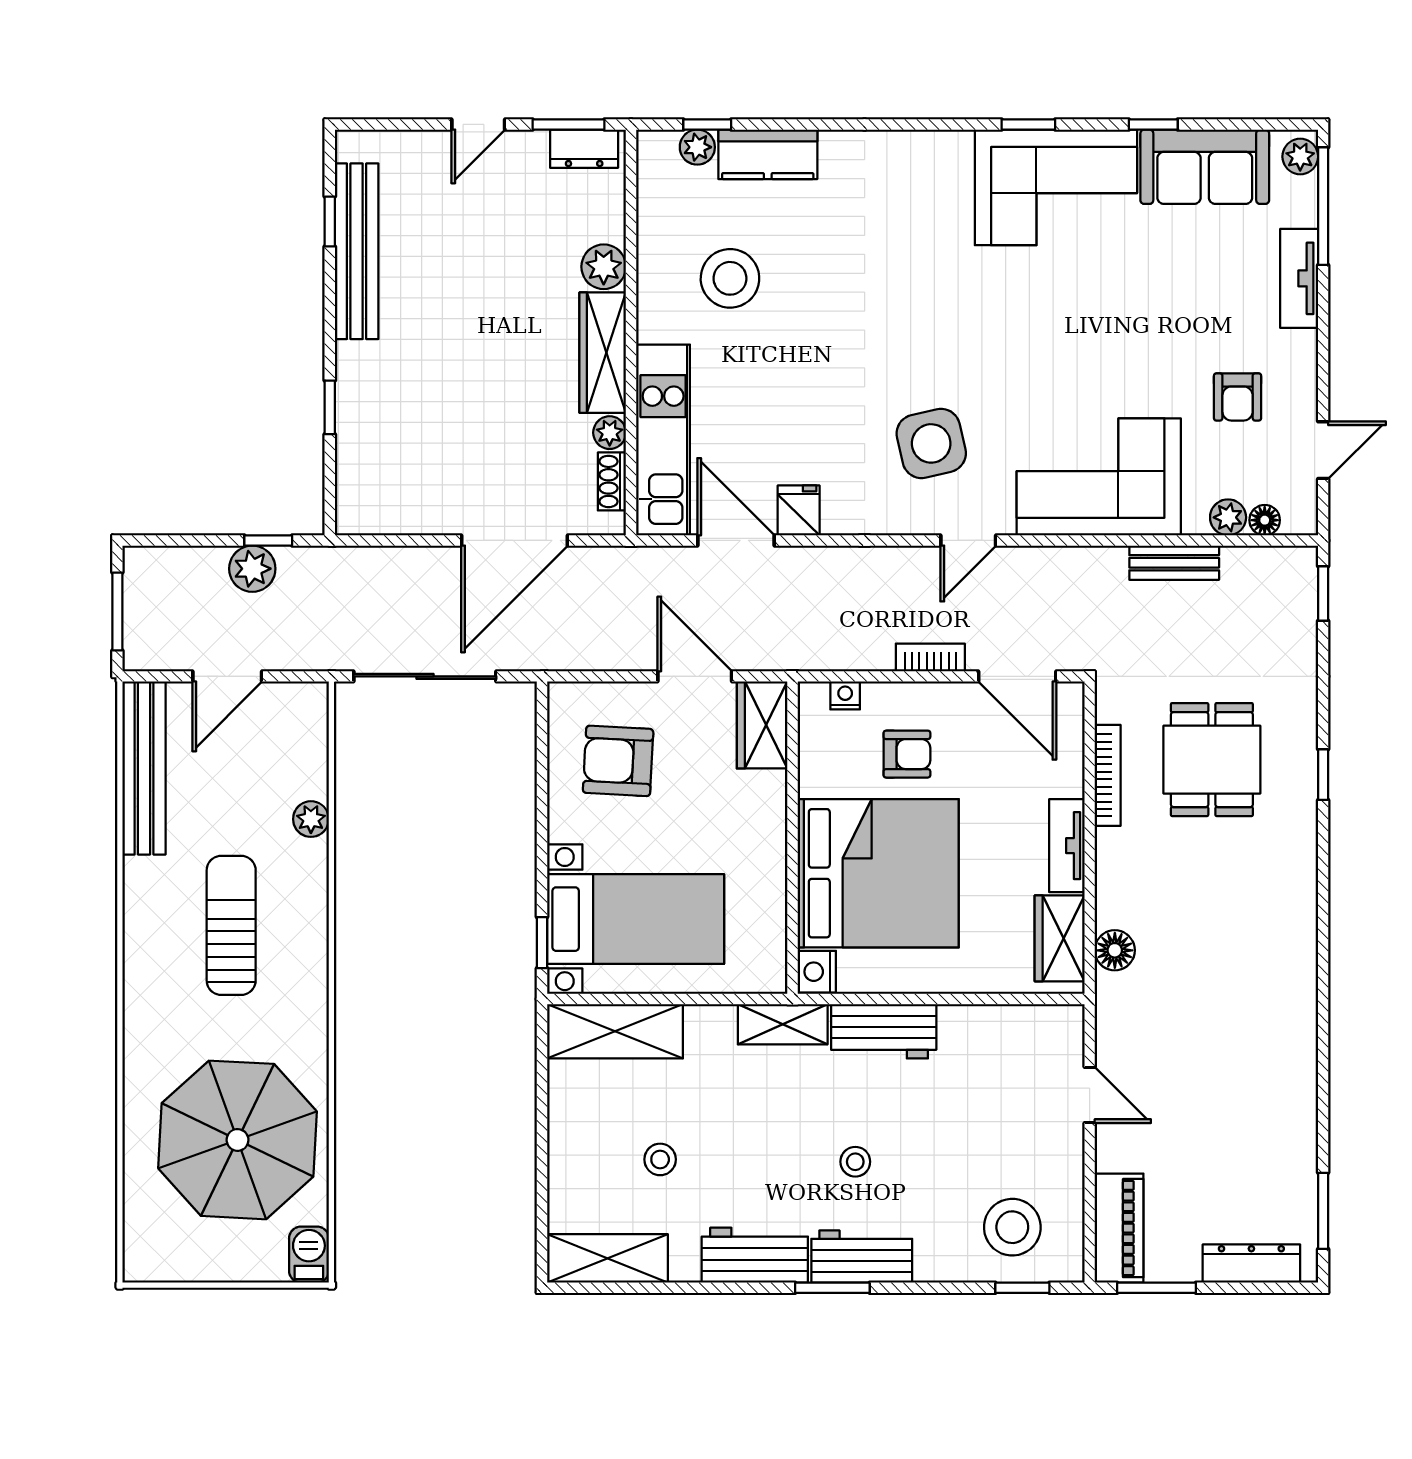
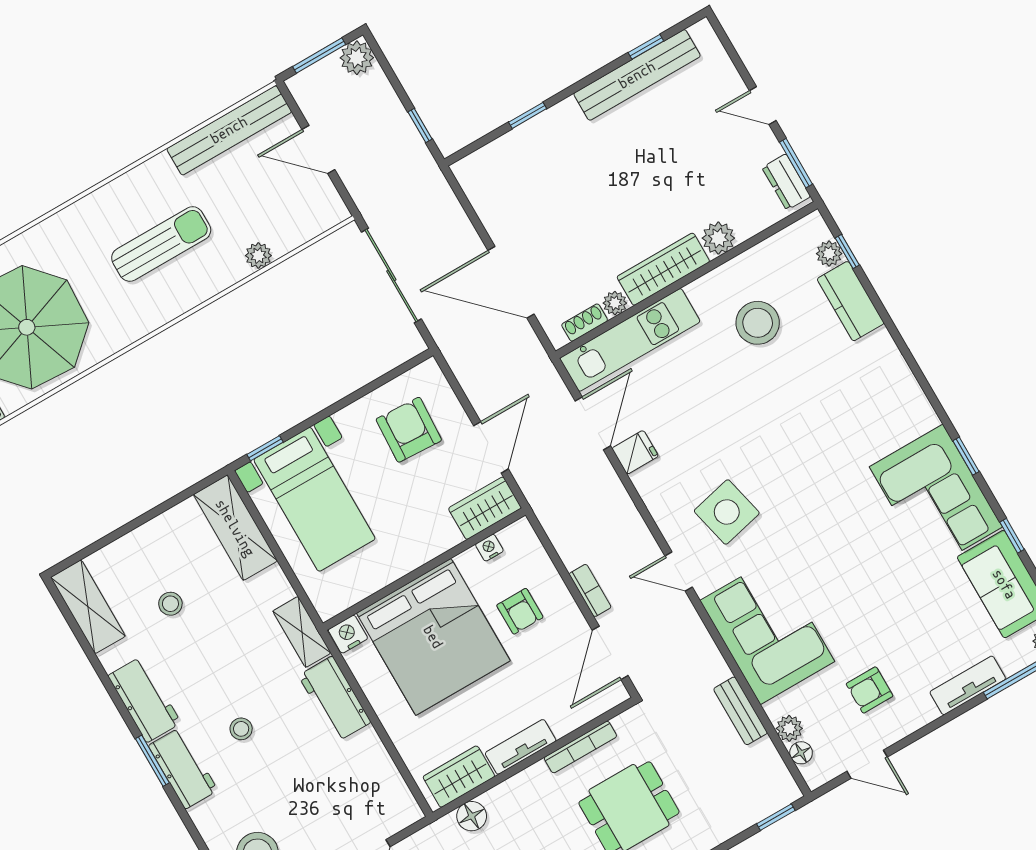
plant: (252, 569) -> (357, 58), moved
nightstand: (845, 695) -> (489, 548), moved, turned -90

